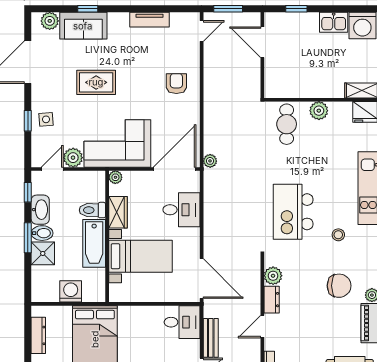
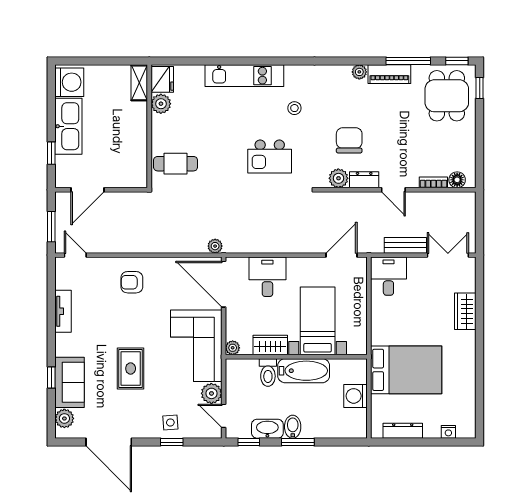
kitchen sink: (334, 22) -> (68, 126), width x1.88, depth x1.24
plant: (319, 111) -> (161, 104), moved
kitchen island: (293, 212) -> (270, 157), width x0.73, depth x0.78
shower: (43, 253) -> (315, 426), removed
door: (202, 278) -> (341, 255), width x0.73
chair: (339, 286) -> (349, 140), moved

